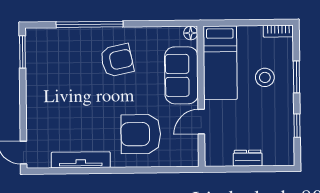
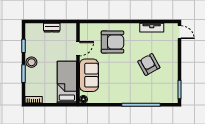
armchair: (117, 60) -> (149, 64), moved, turned 73
stool: (265, 77) -> (31, 62), moved
tv unit: (81, 160) -> (152, 28), width x0.71

